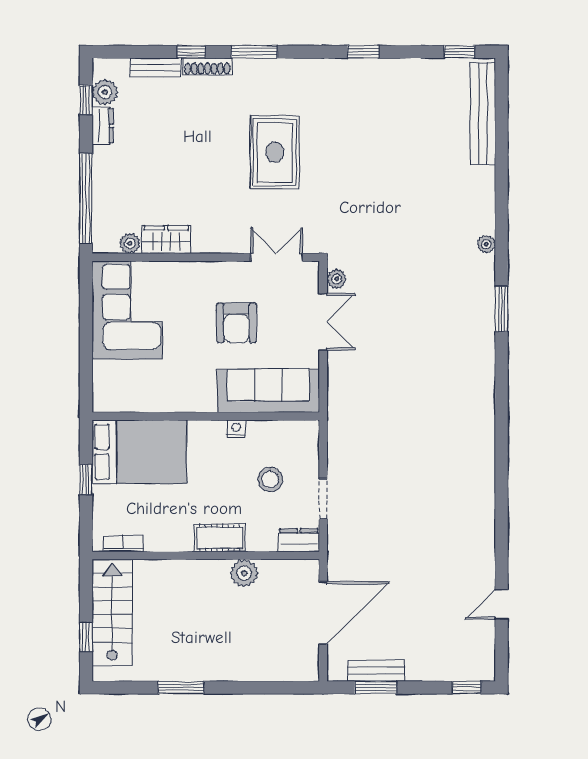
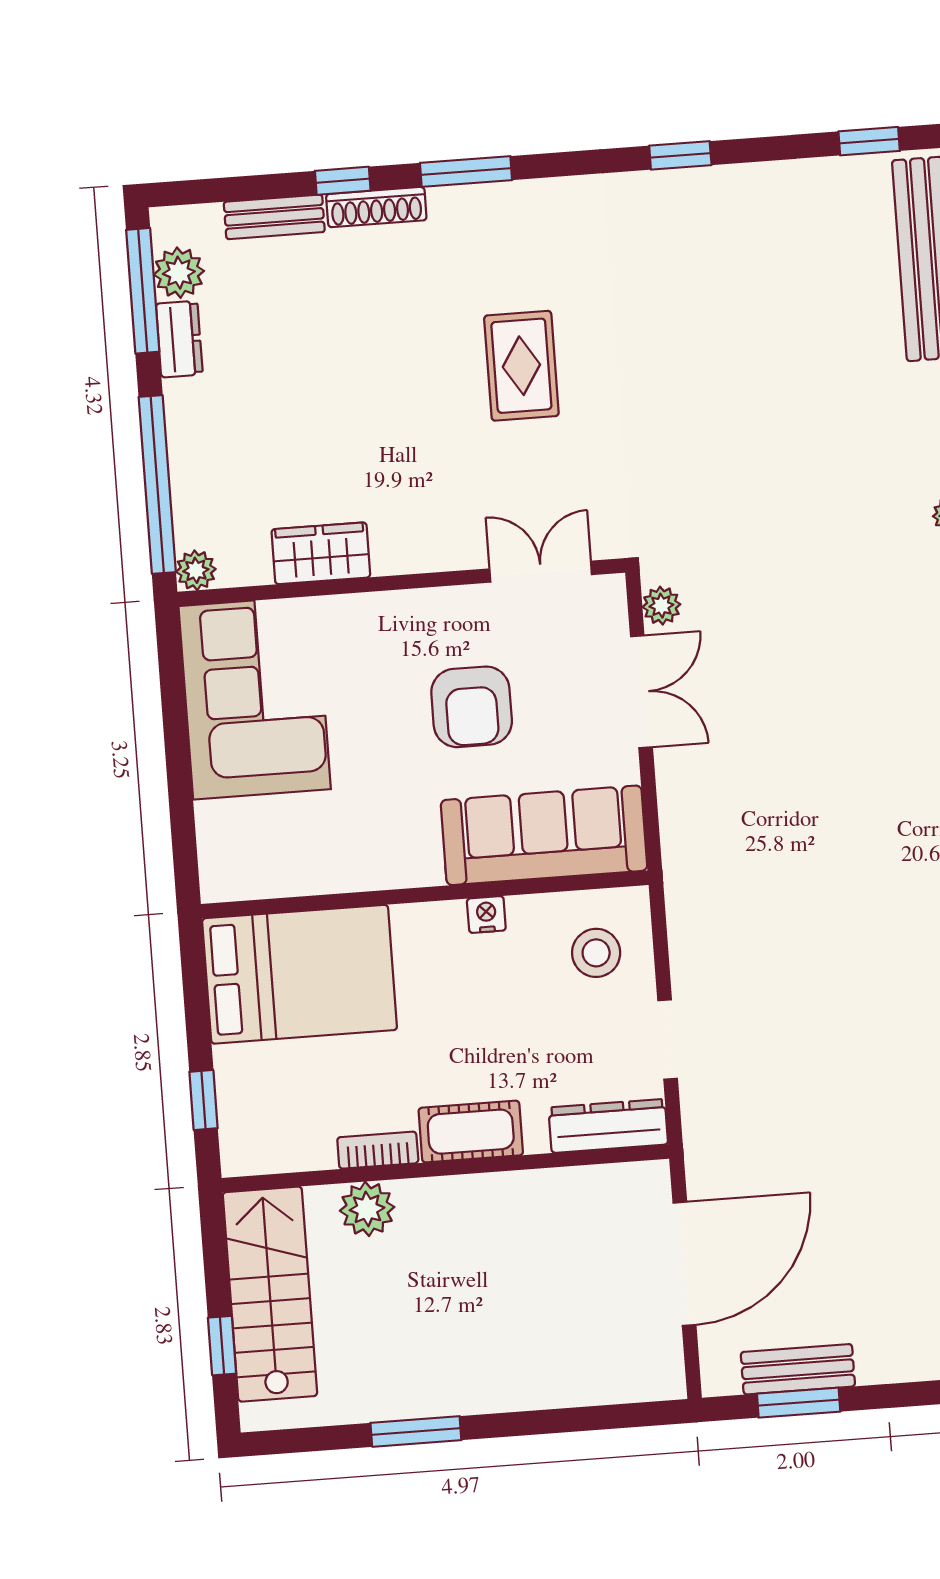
window: (86, 100) -> (143, 291), width x2.17
rug: (275, 152) -> (521, 366), width x0.73, depth x0.70
plant: (130, 243) -> (196, 570), moved
window: (86, 479) -> (204, 1100), moved
stool: (270, 479) -> (596, 953), moved
dresser: (299, 540) -> (608, 1126), width x1.44
bookcase: (123, 544) -> (378, 1150), moved
plant: (244, 573) -> (367, 1209), moved

